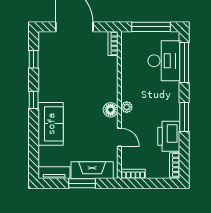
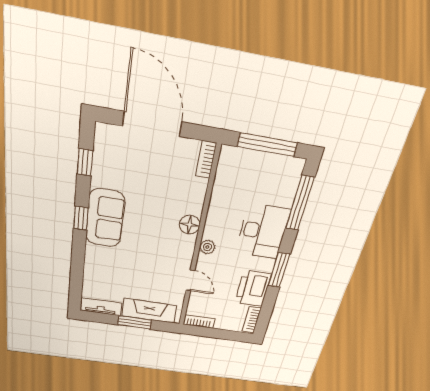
desk: (164, 61) -> (263, 231), moved
floor lamp: (111, 110) -> (190, 225), moved
sofa: (51, 124) -> (105, 218), moved

